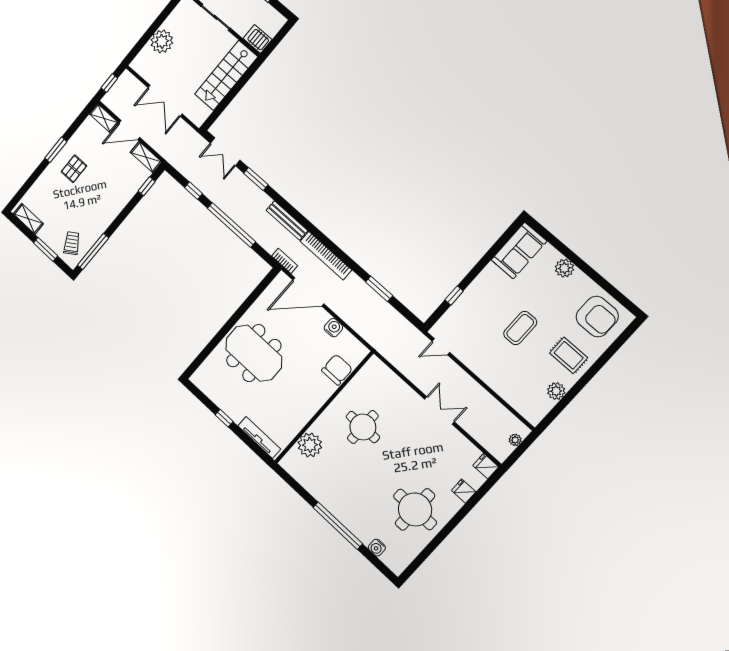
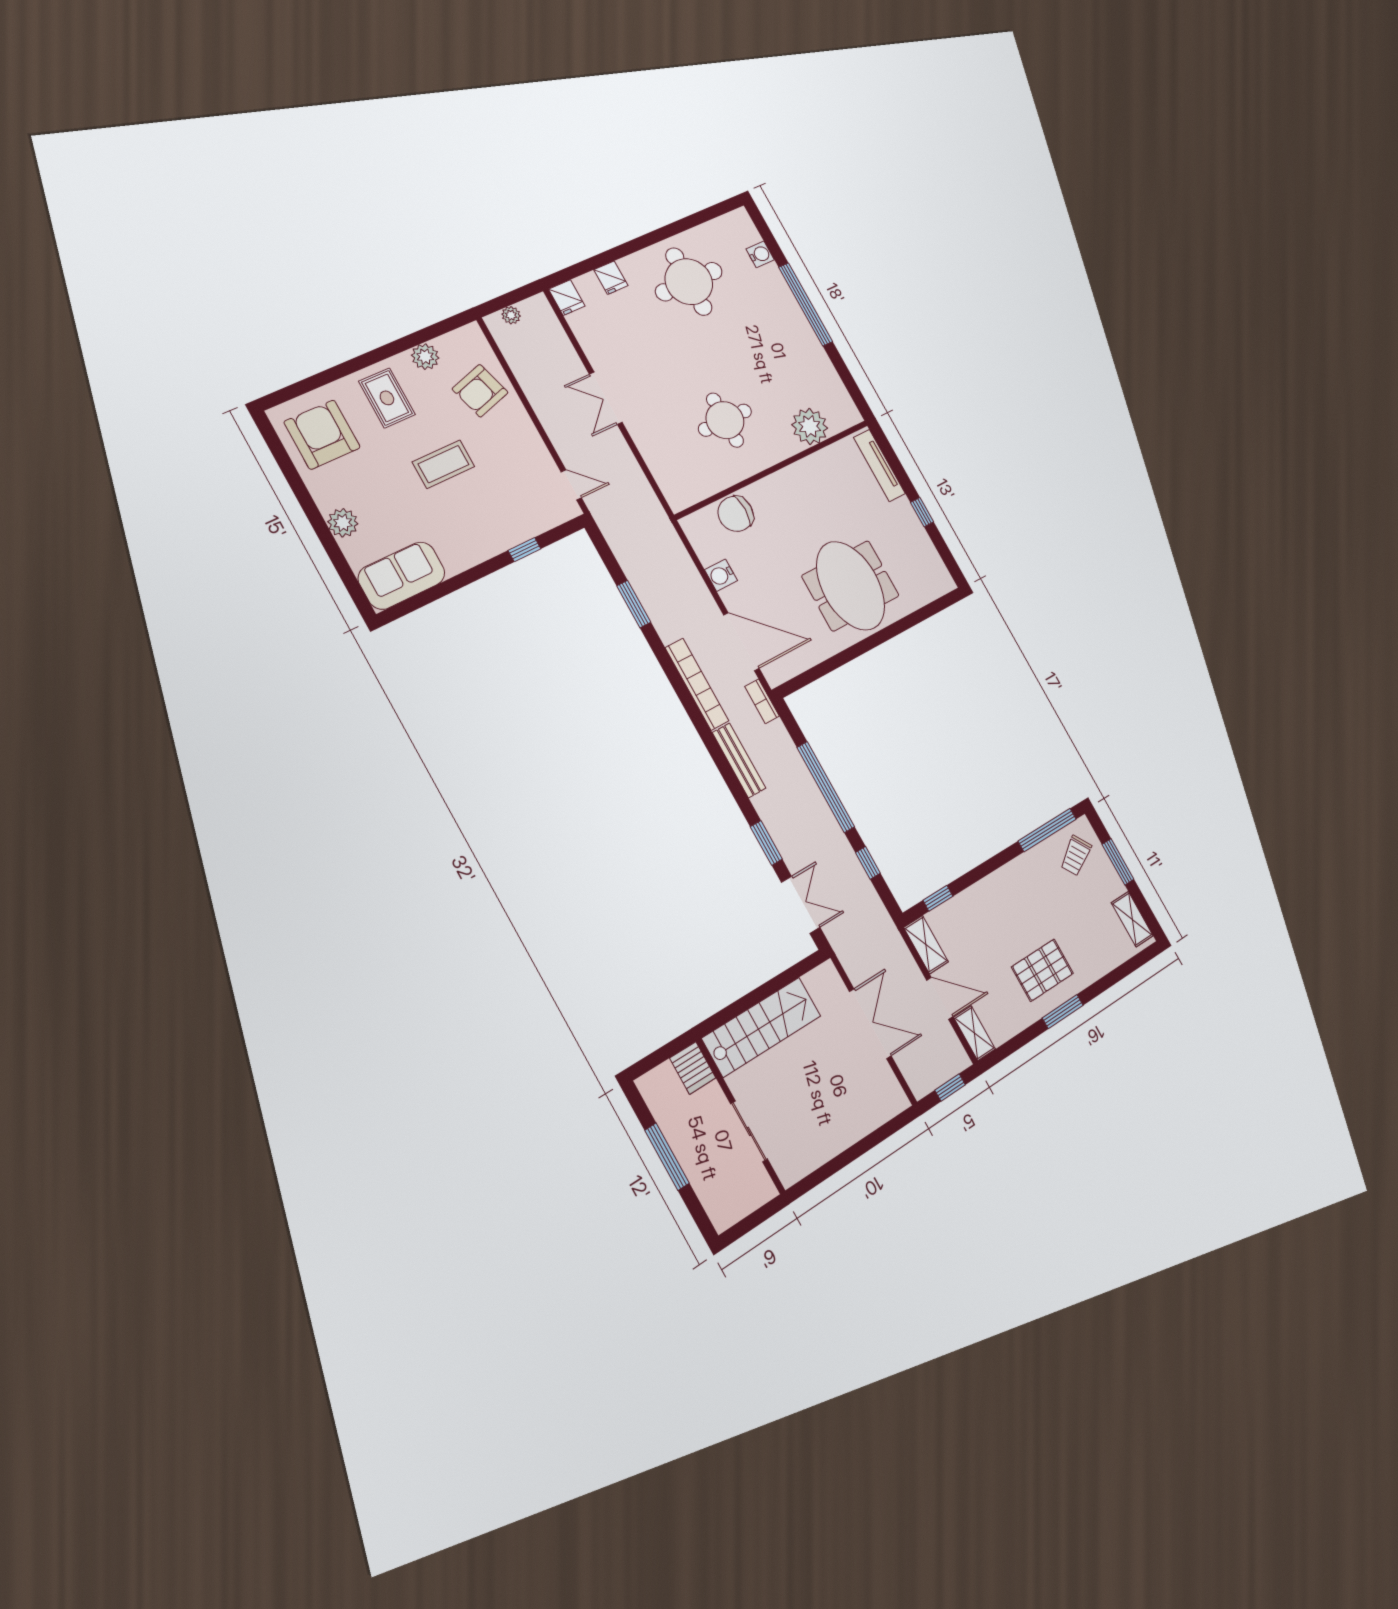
plant: (162, 41) -> (847, 1124), removed
pallet: (74, 169) -> (1042, 970), width x1.50, depth x1.42
armchair: (516, 383) -> (480, 391), added

